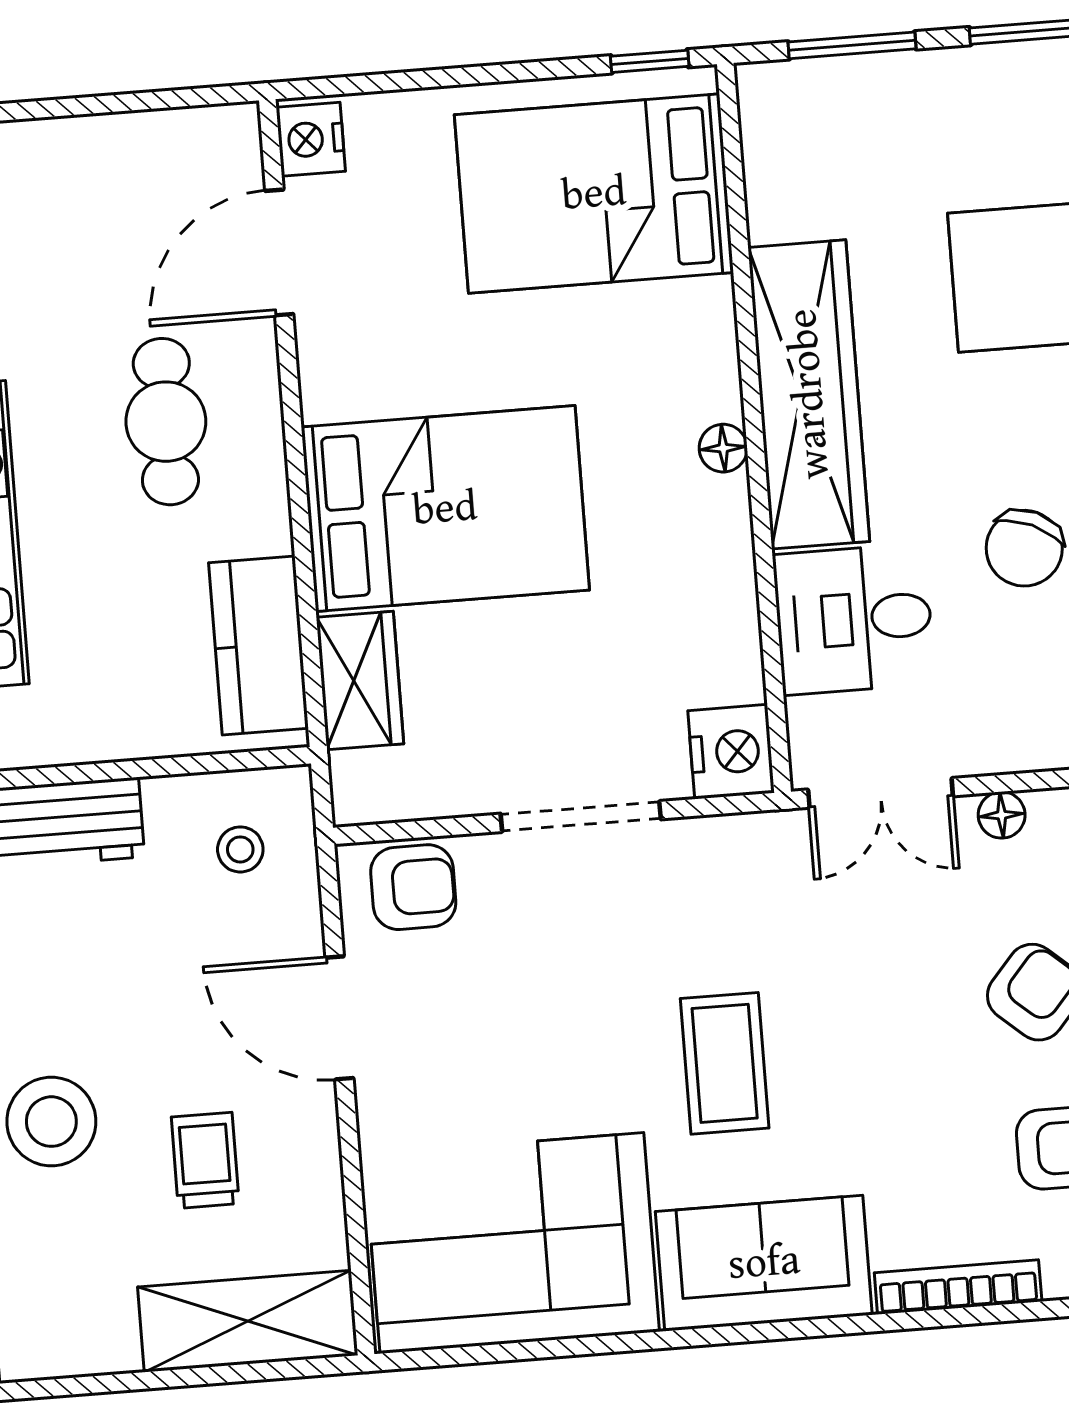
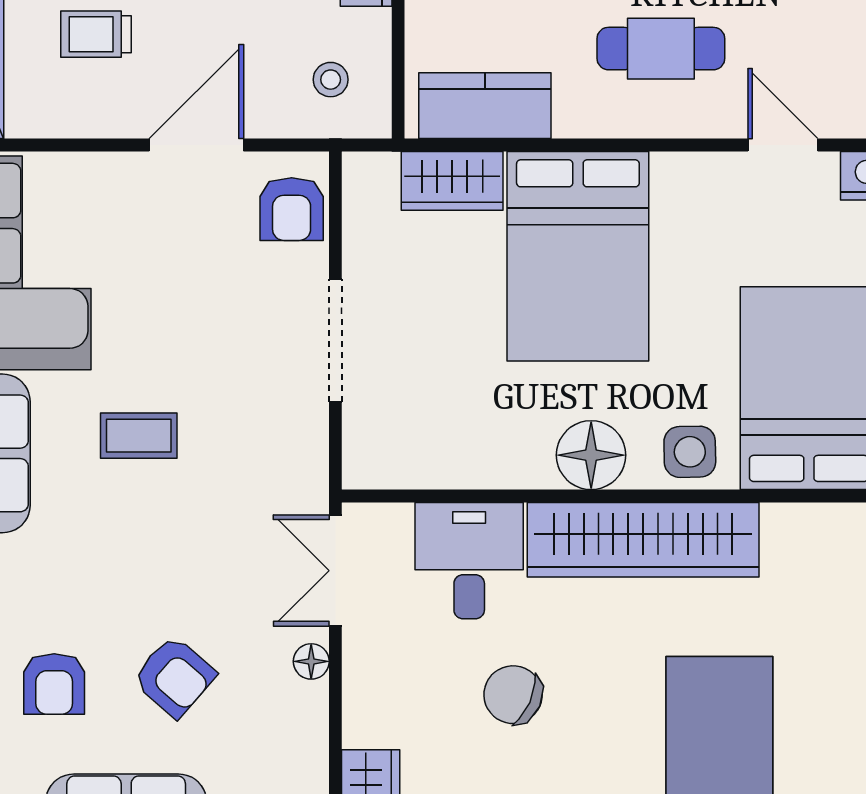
door: (279, 253) -> (783, 145), width x0.73
side table: (689, 342) -> (690, 452), added
floor lamp: (723, 448) -> (591, 455), width x1.89, depth x1.89
nightstand: (731, 752) -> (376, 459), removed
coffee table: (725, 1063) -> (139, 436), width x0.73, depth x0.77
trolley: (205, 1160) -> (96, 34), turned 180

